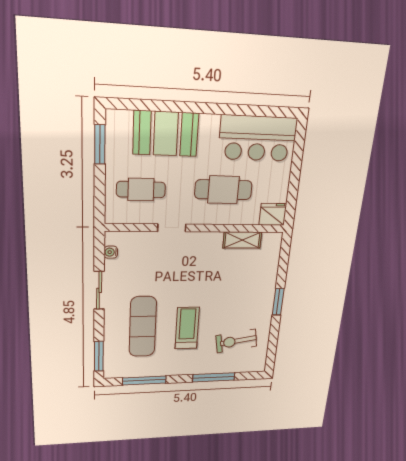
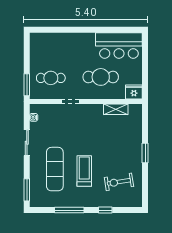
booth: (166, 134) -> (64, 45), removed
window: (100, 144) -> (27, 85), moved
window: (214, 377) -> (105, 210), width x0.46
window: (144, 380) -> (69, 210), moved

